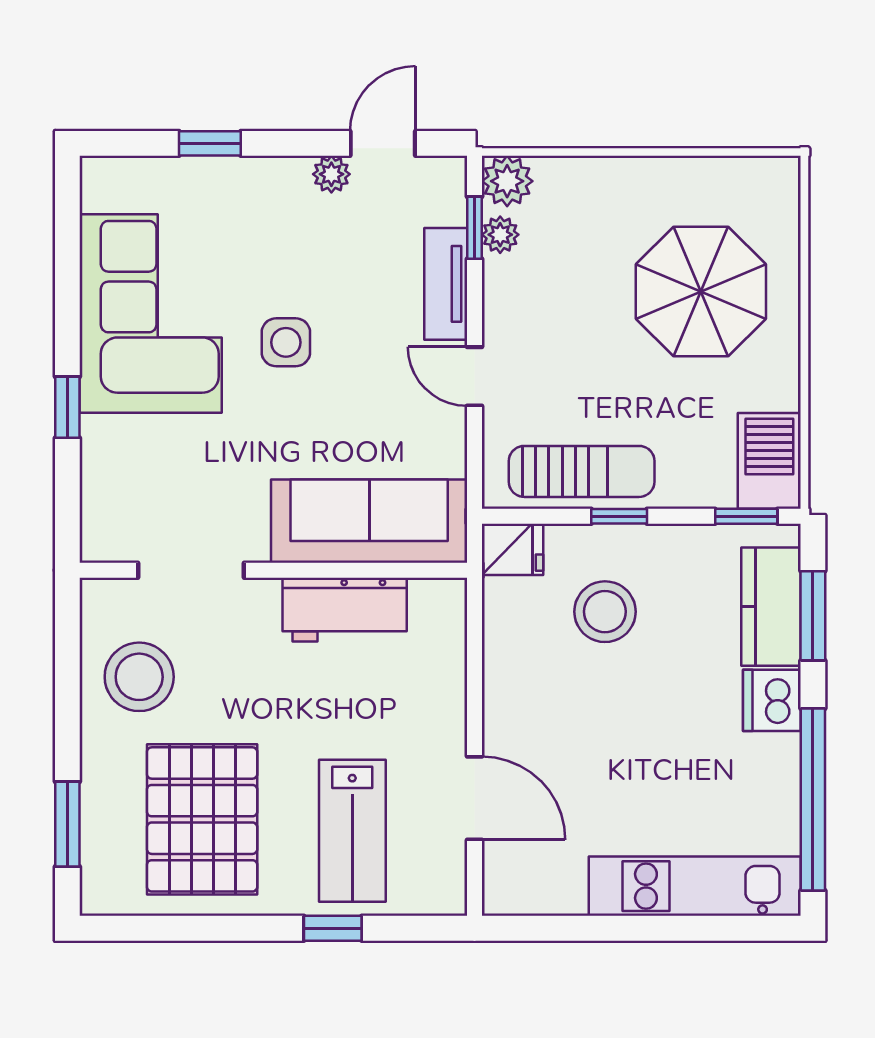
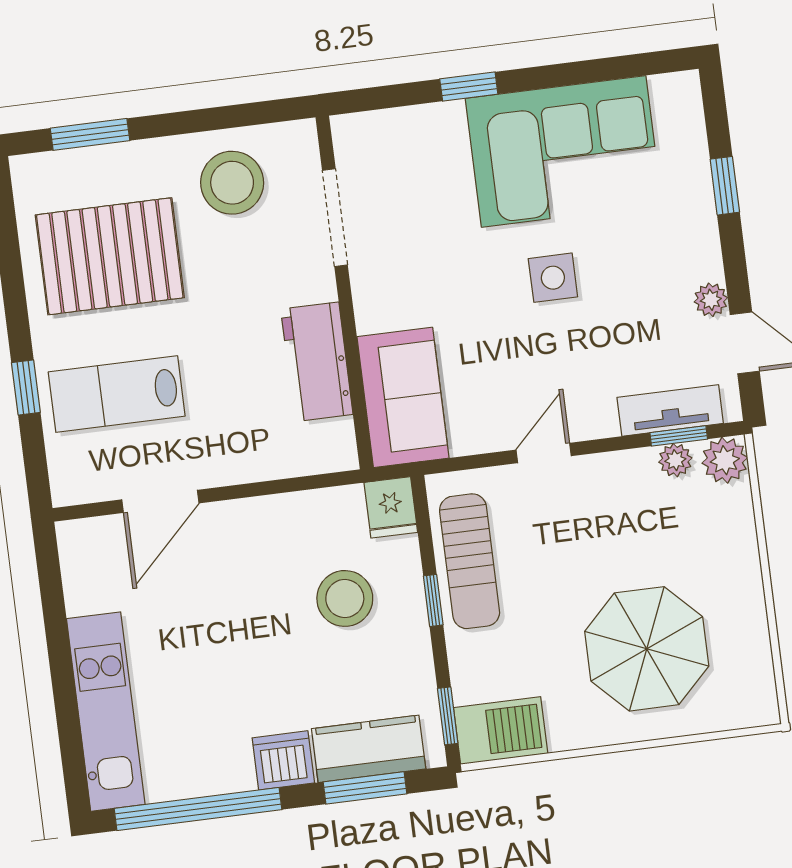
tv unit: (446, 284) -> (670, 410), moved
sofa: (369, 521) -> (403, 397), width x0.73

